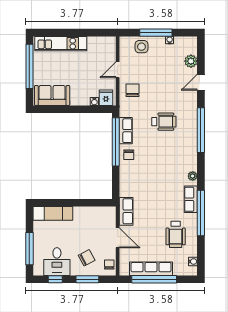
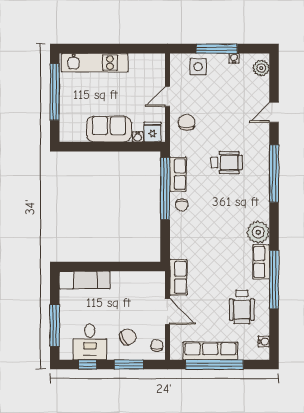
plant: (191, 61) -> (261, 68), moved
sofa: (52, 95) -> (109, 129), moved
plant: (193, 176) -> (258, 232), width x1.87, depth x1.87

